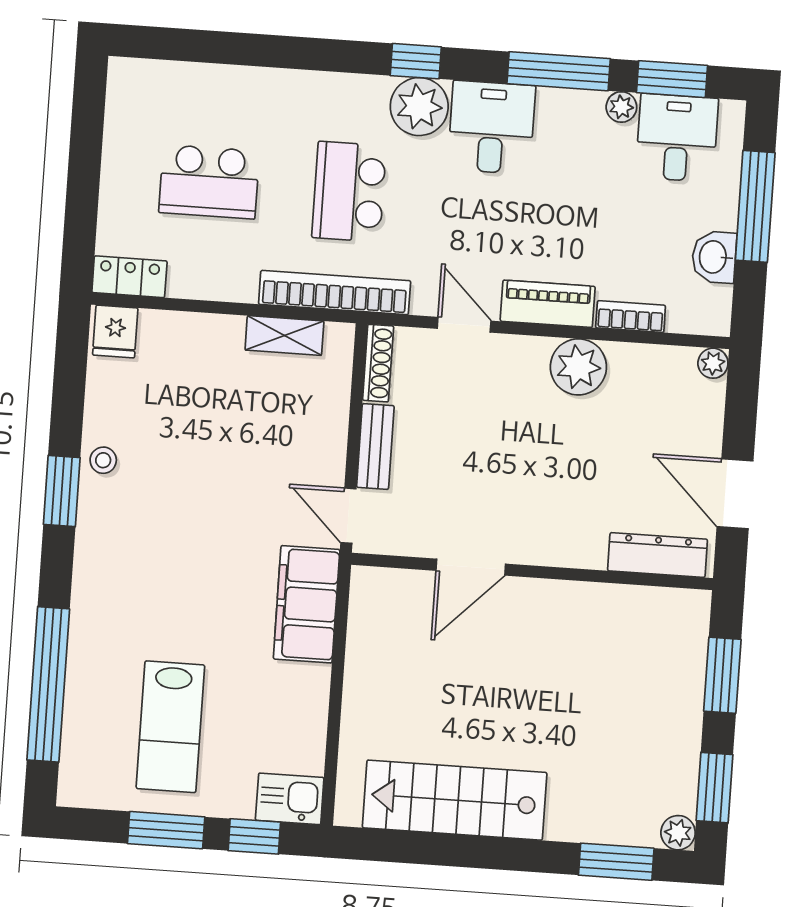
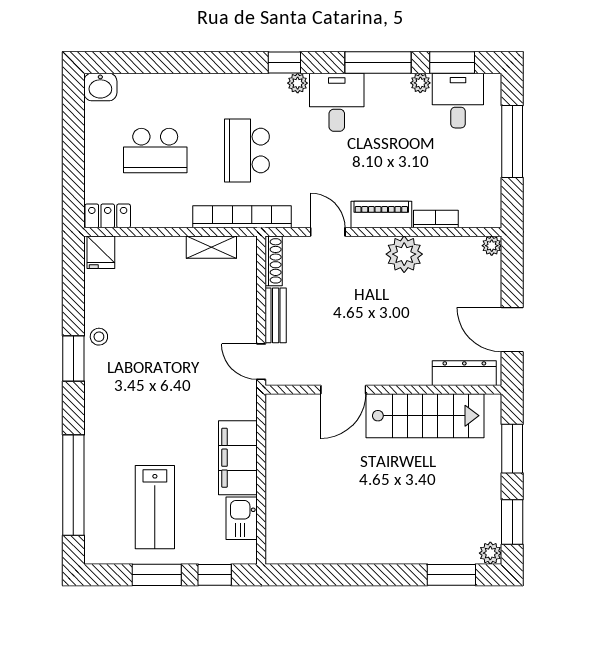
plant: (419, 107) -> (298, 83), width x0.53, depth x0.53
washbasin: (714, 257) -> (100, 87), moved, turned -90
filing cabinet: (307, 604) -> (238, 458), moved
kitchen sink: (290, 799) -> (242, 518), moved, turned -90
stairs: (455, 800) -> (425, 416), moved, turned 180

